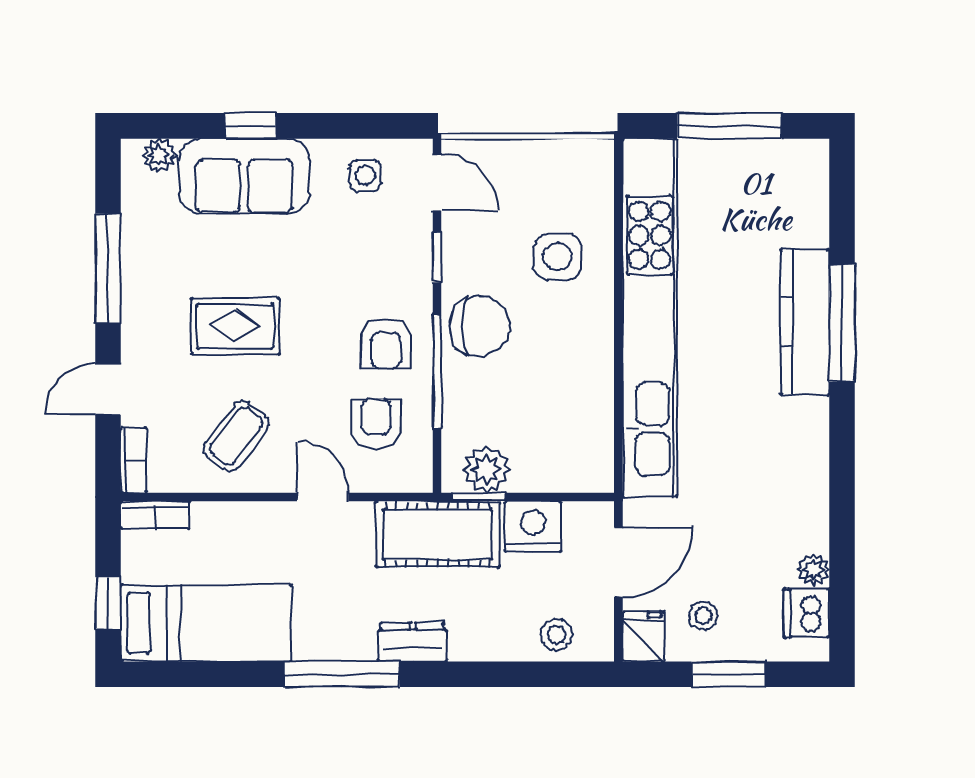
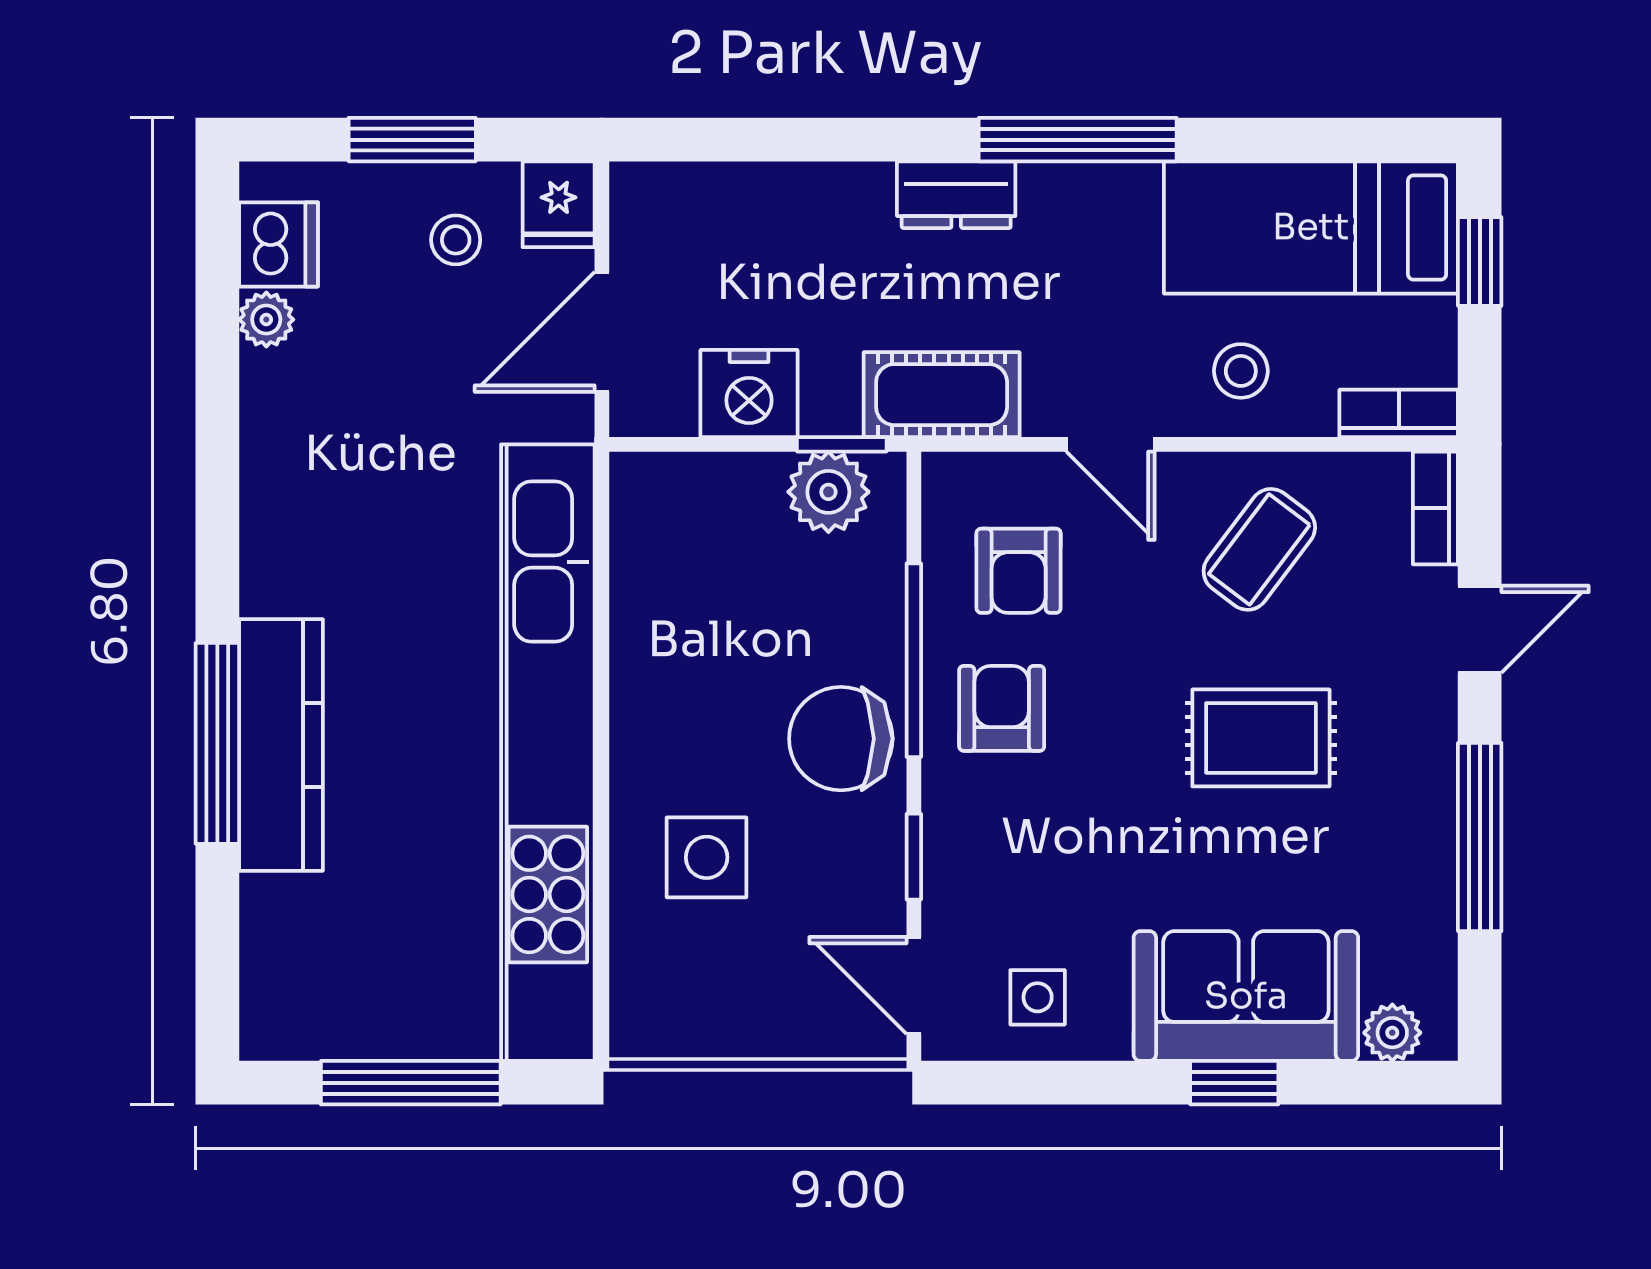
cot: (438, 534) -> (942, 395), width x0.73, depth x0.75
stool: (557, 635) -> (1241, 371), moved

